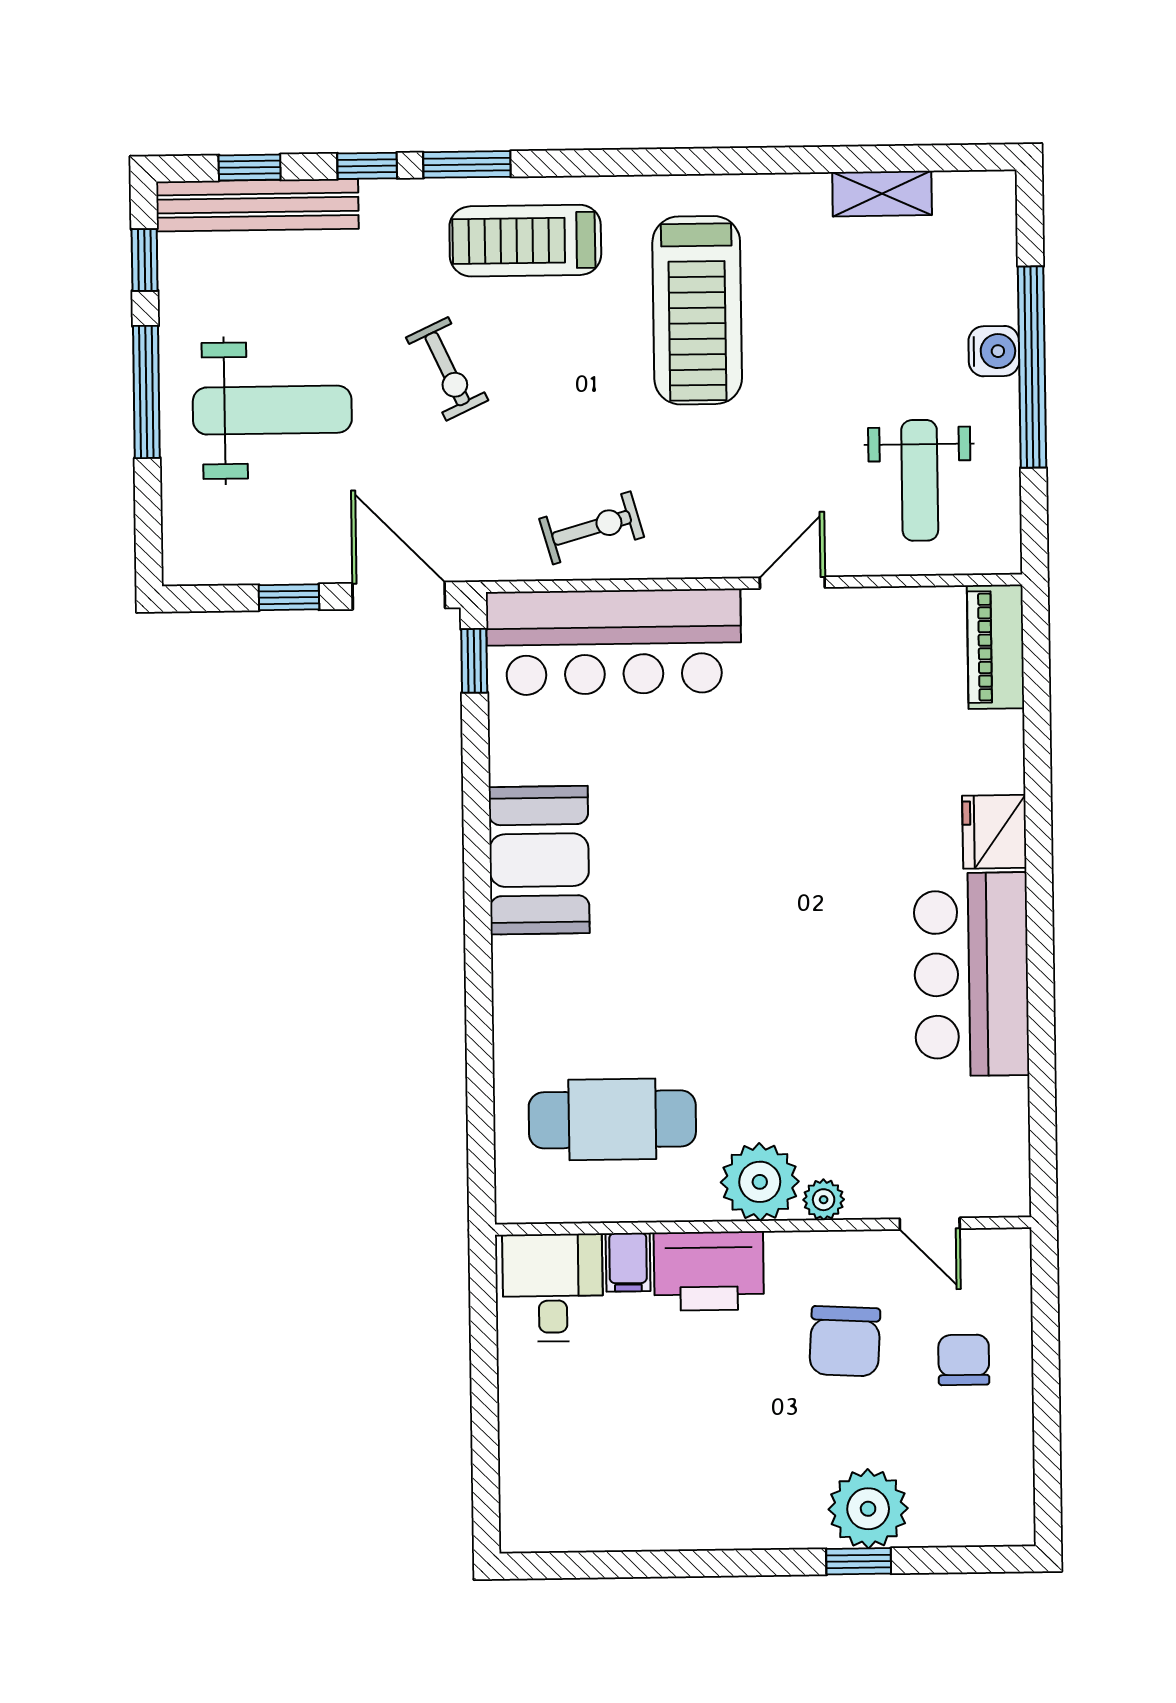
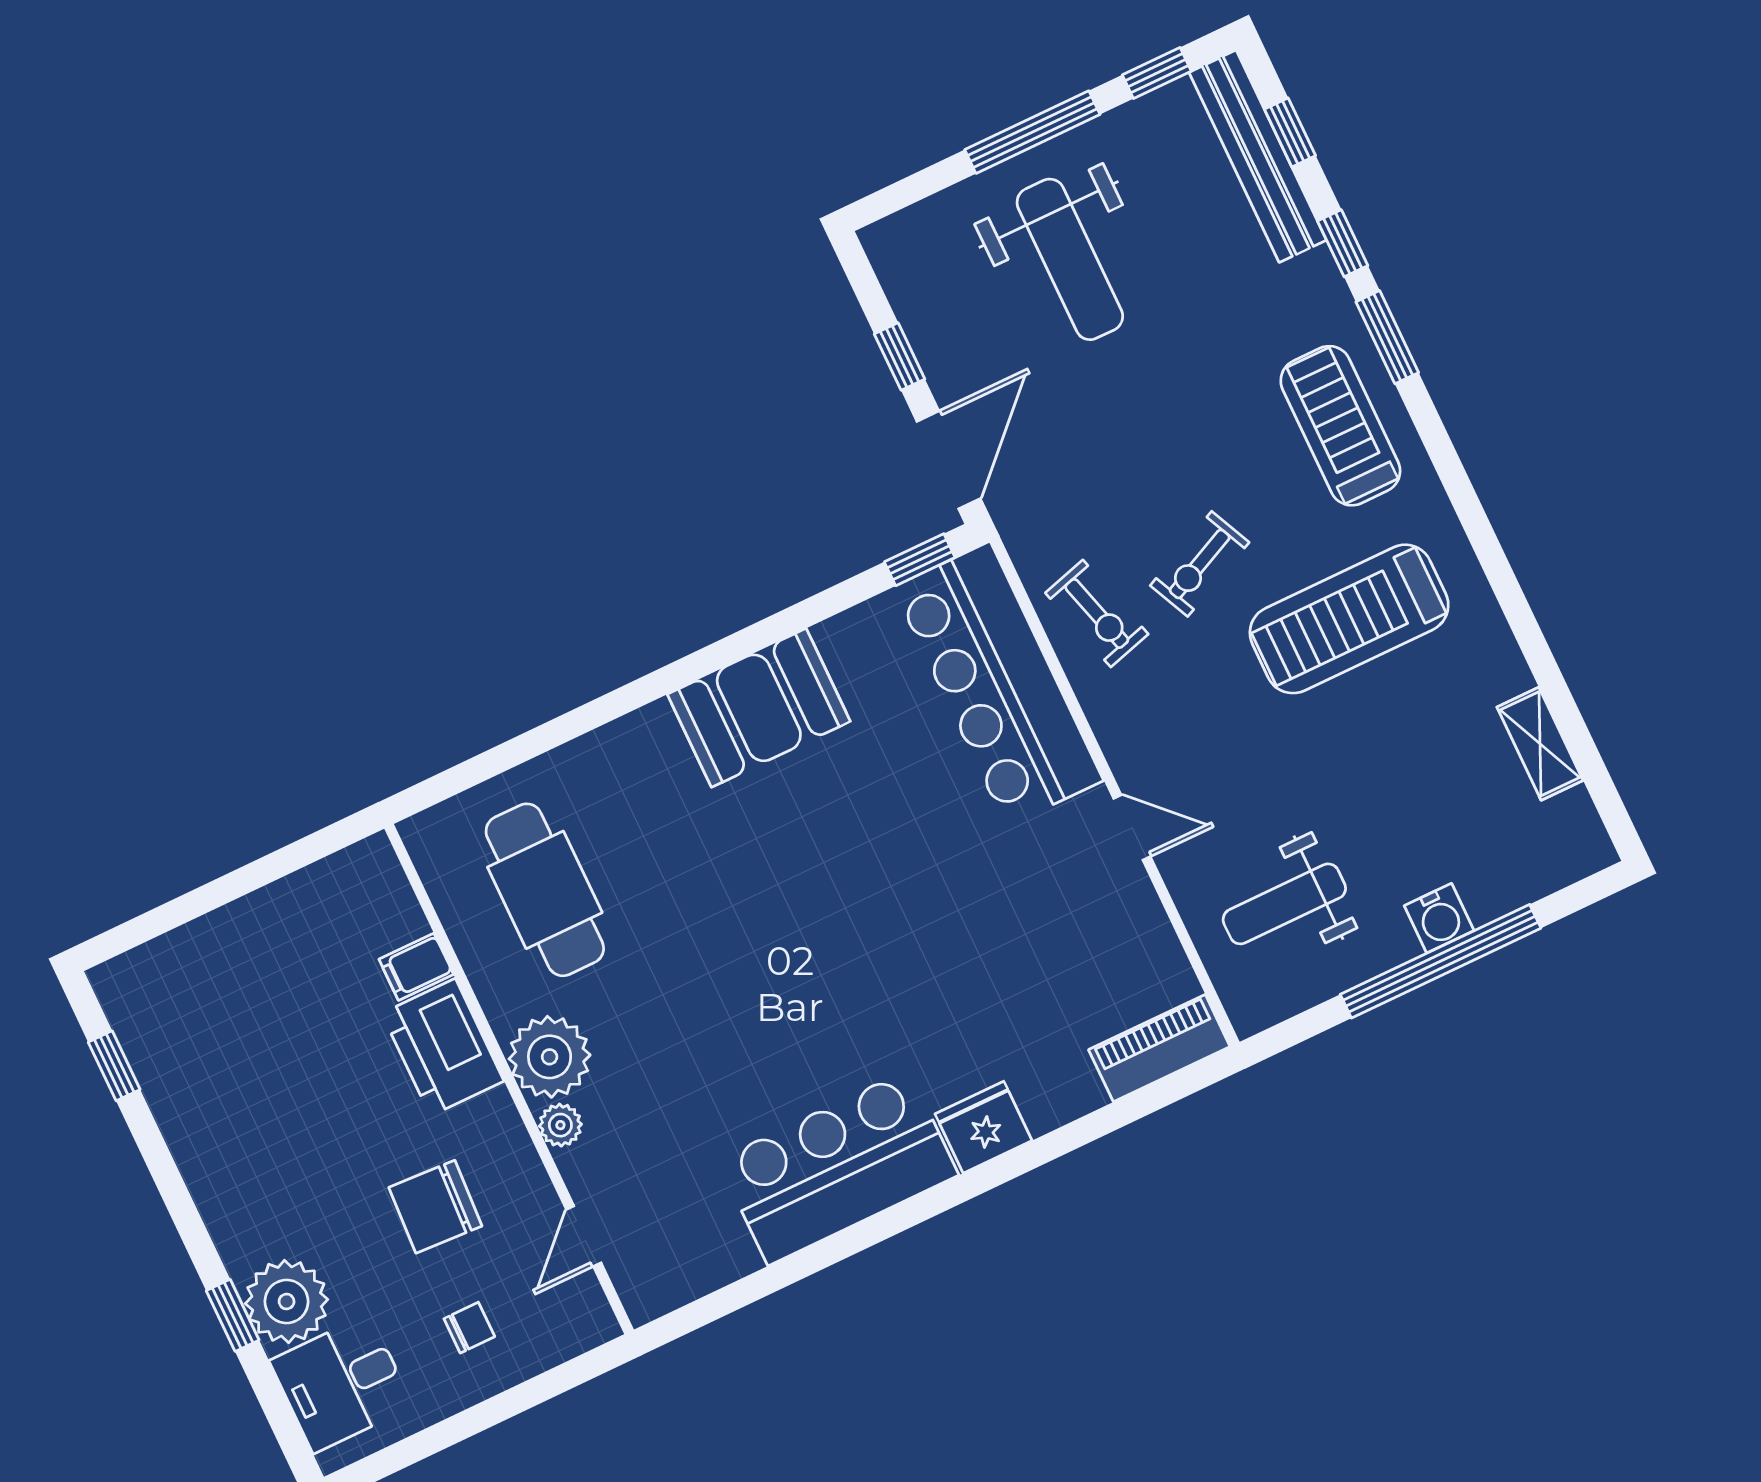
exercise bike: (447, 369) -> (1200, 564), moved
desk: (553, 1288) -> (341, 1383), moved, turned 180
chair: (964, 1360) -> (469, 1328), width x0.73, depth x0.73
window: (594, 1565) -> (114, 1066), added

